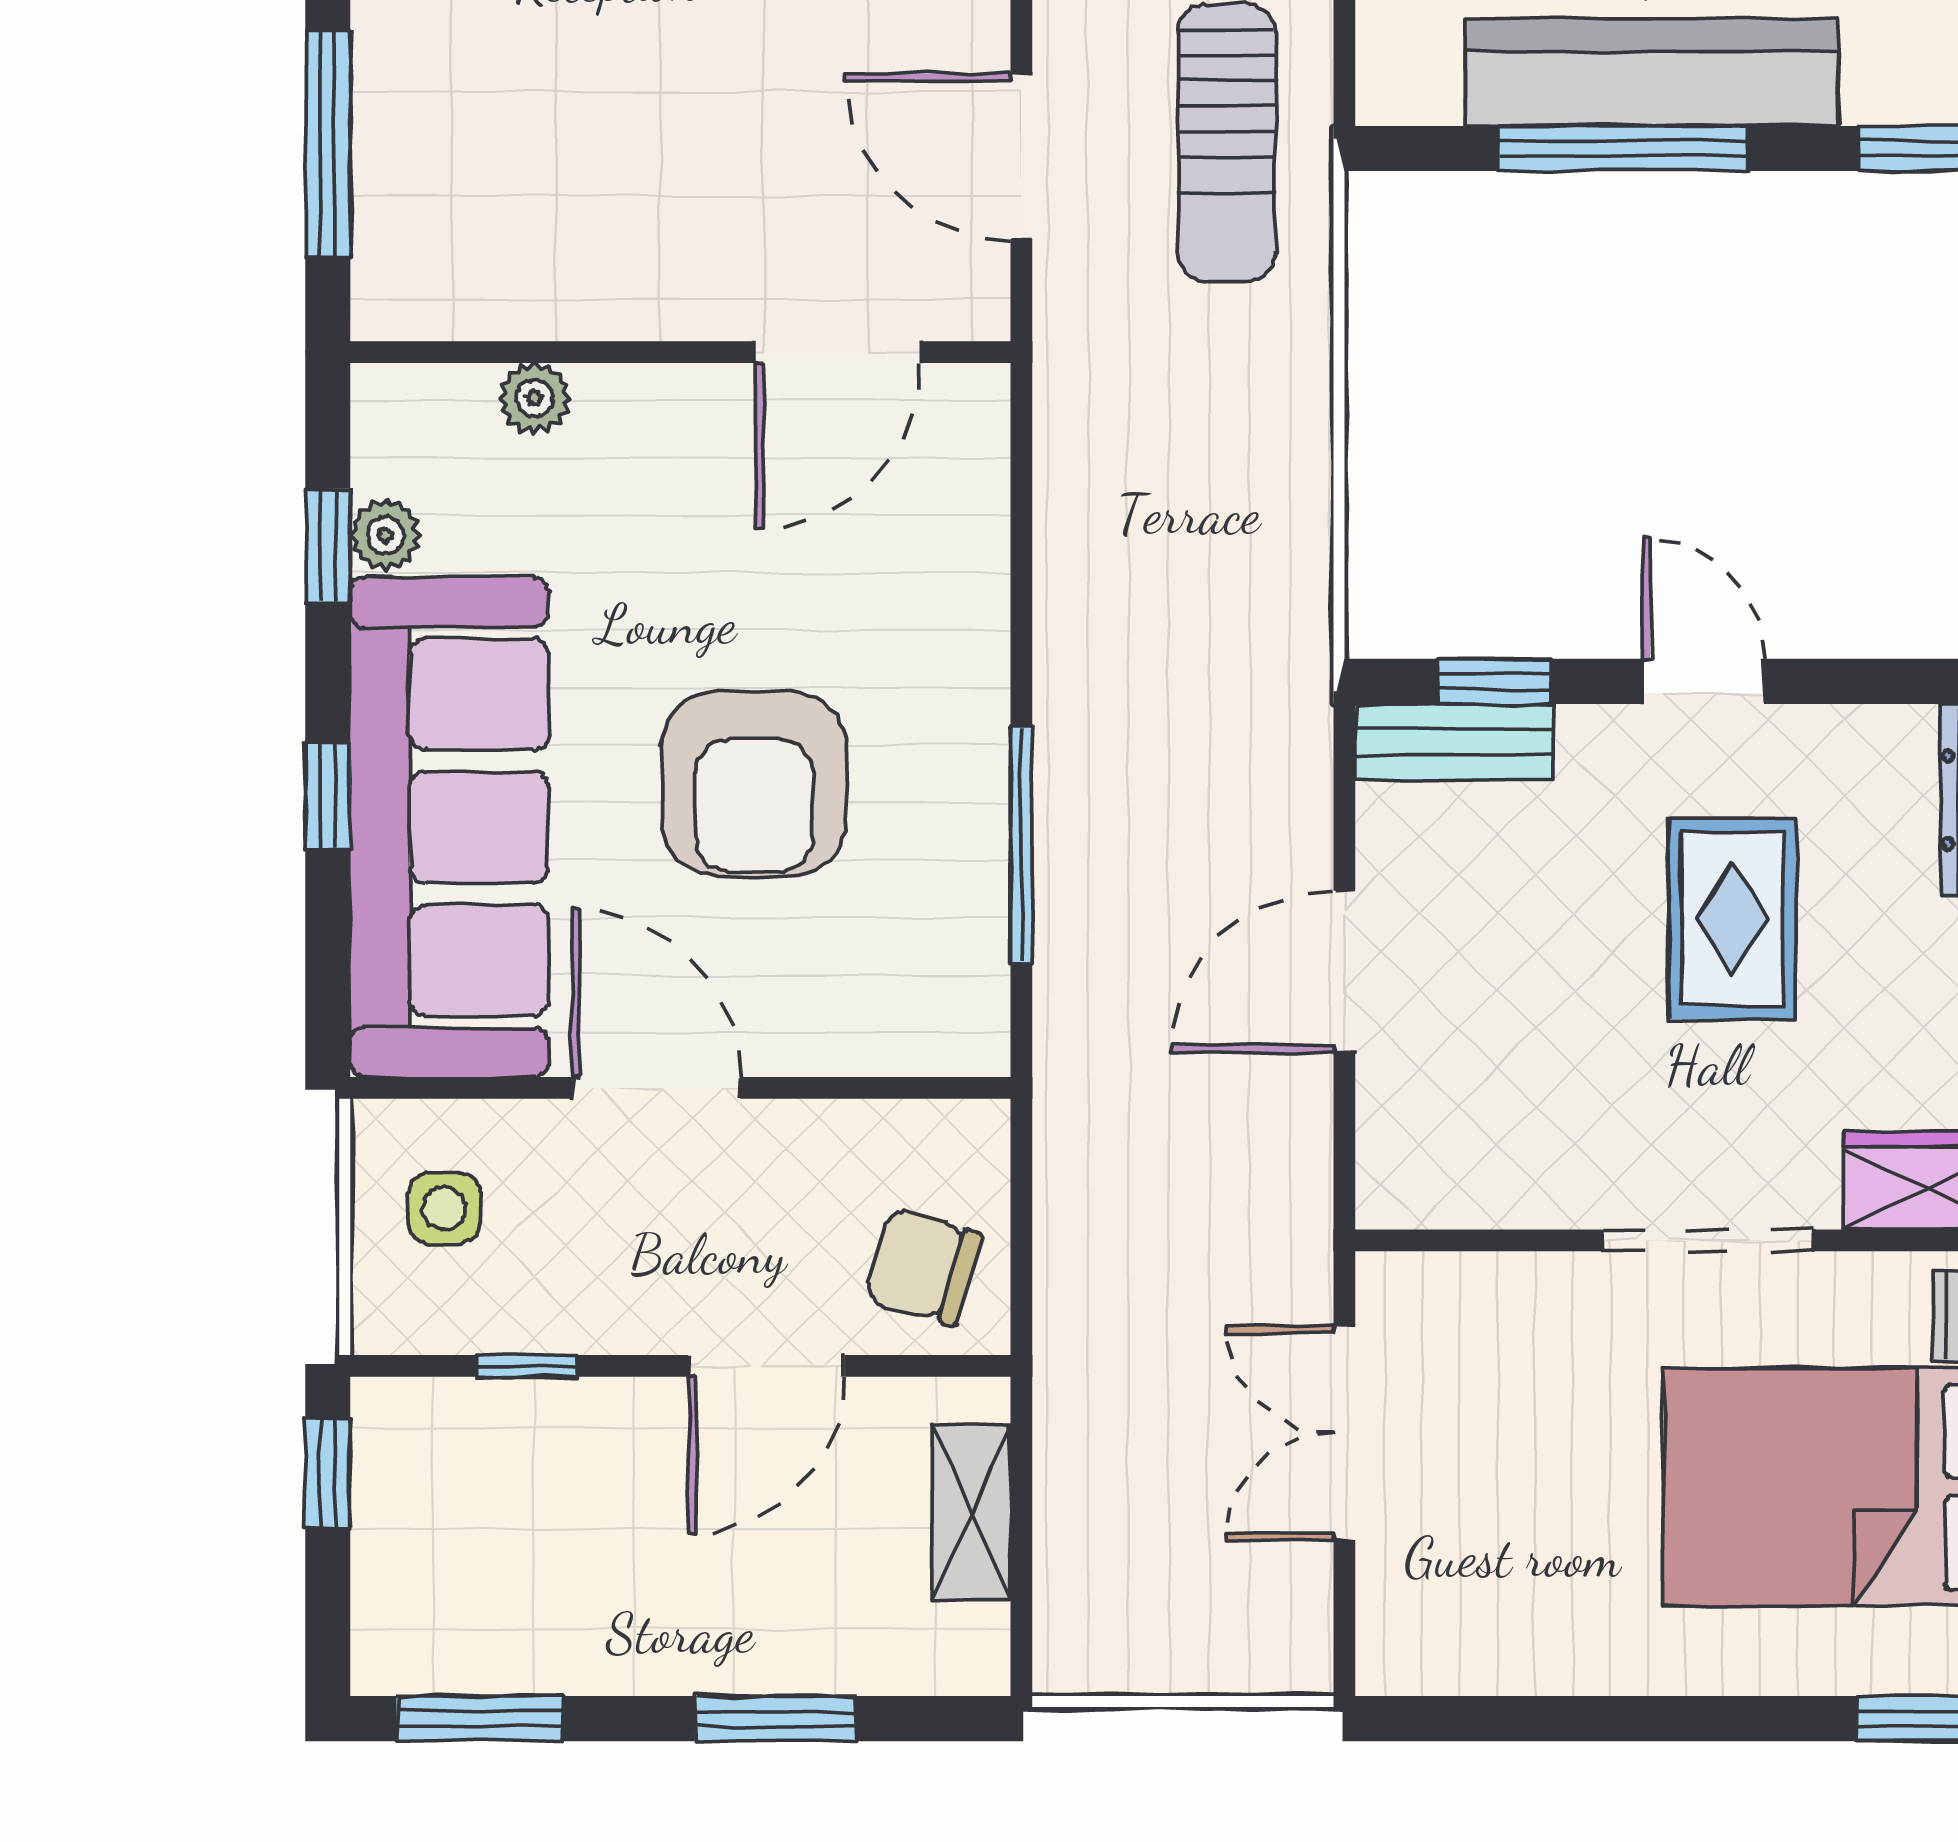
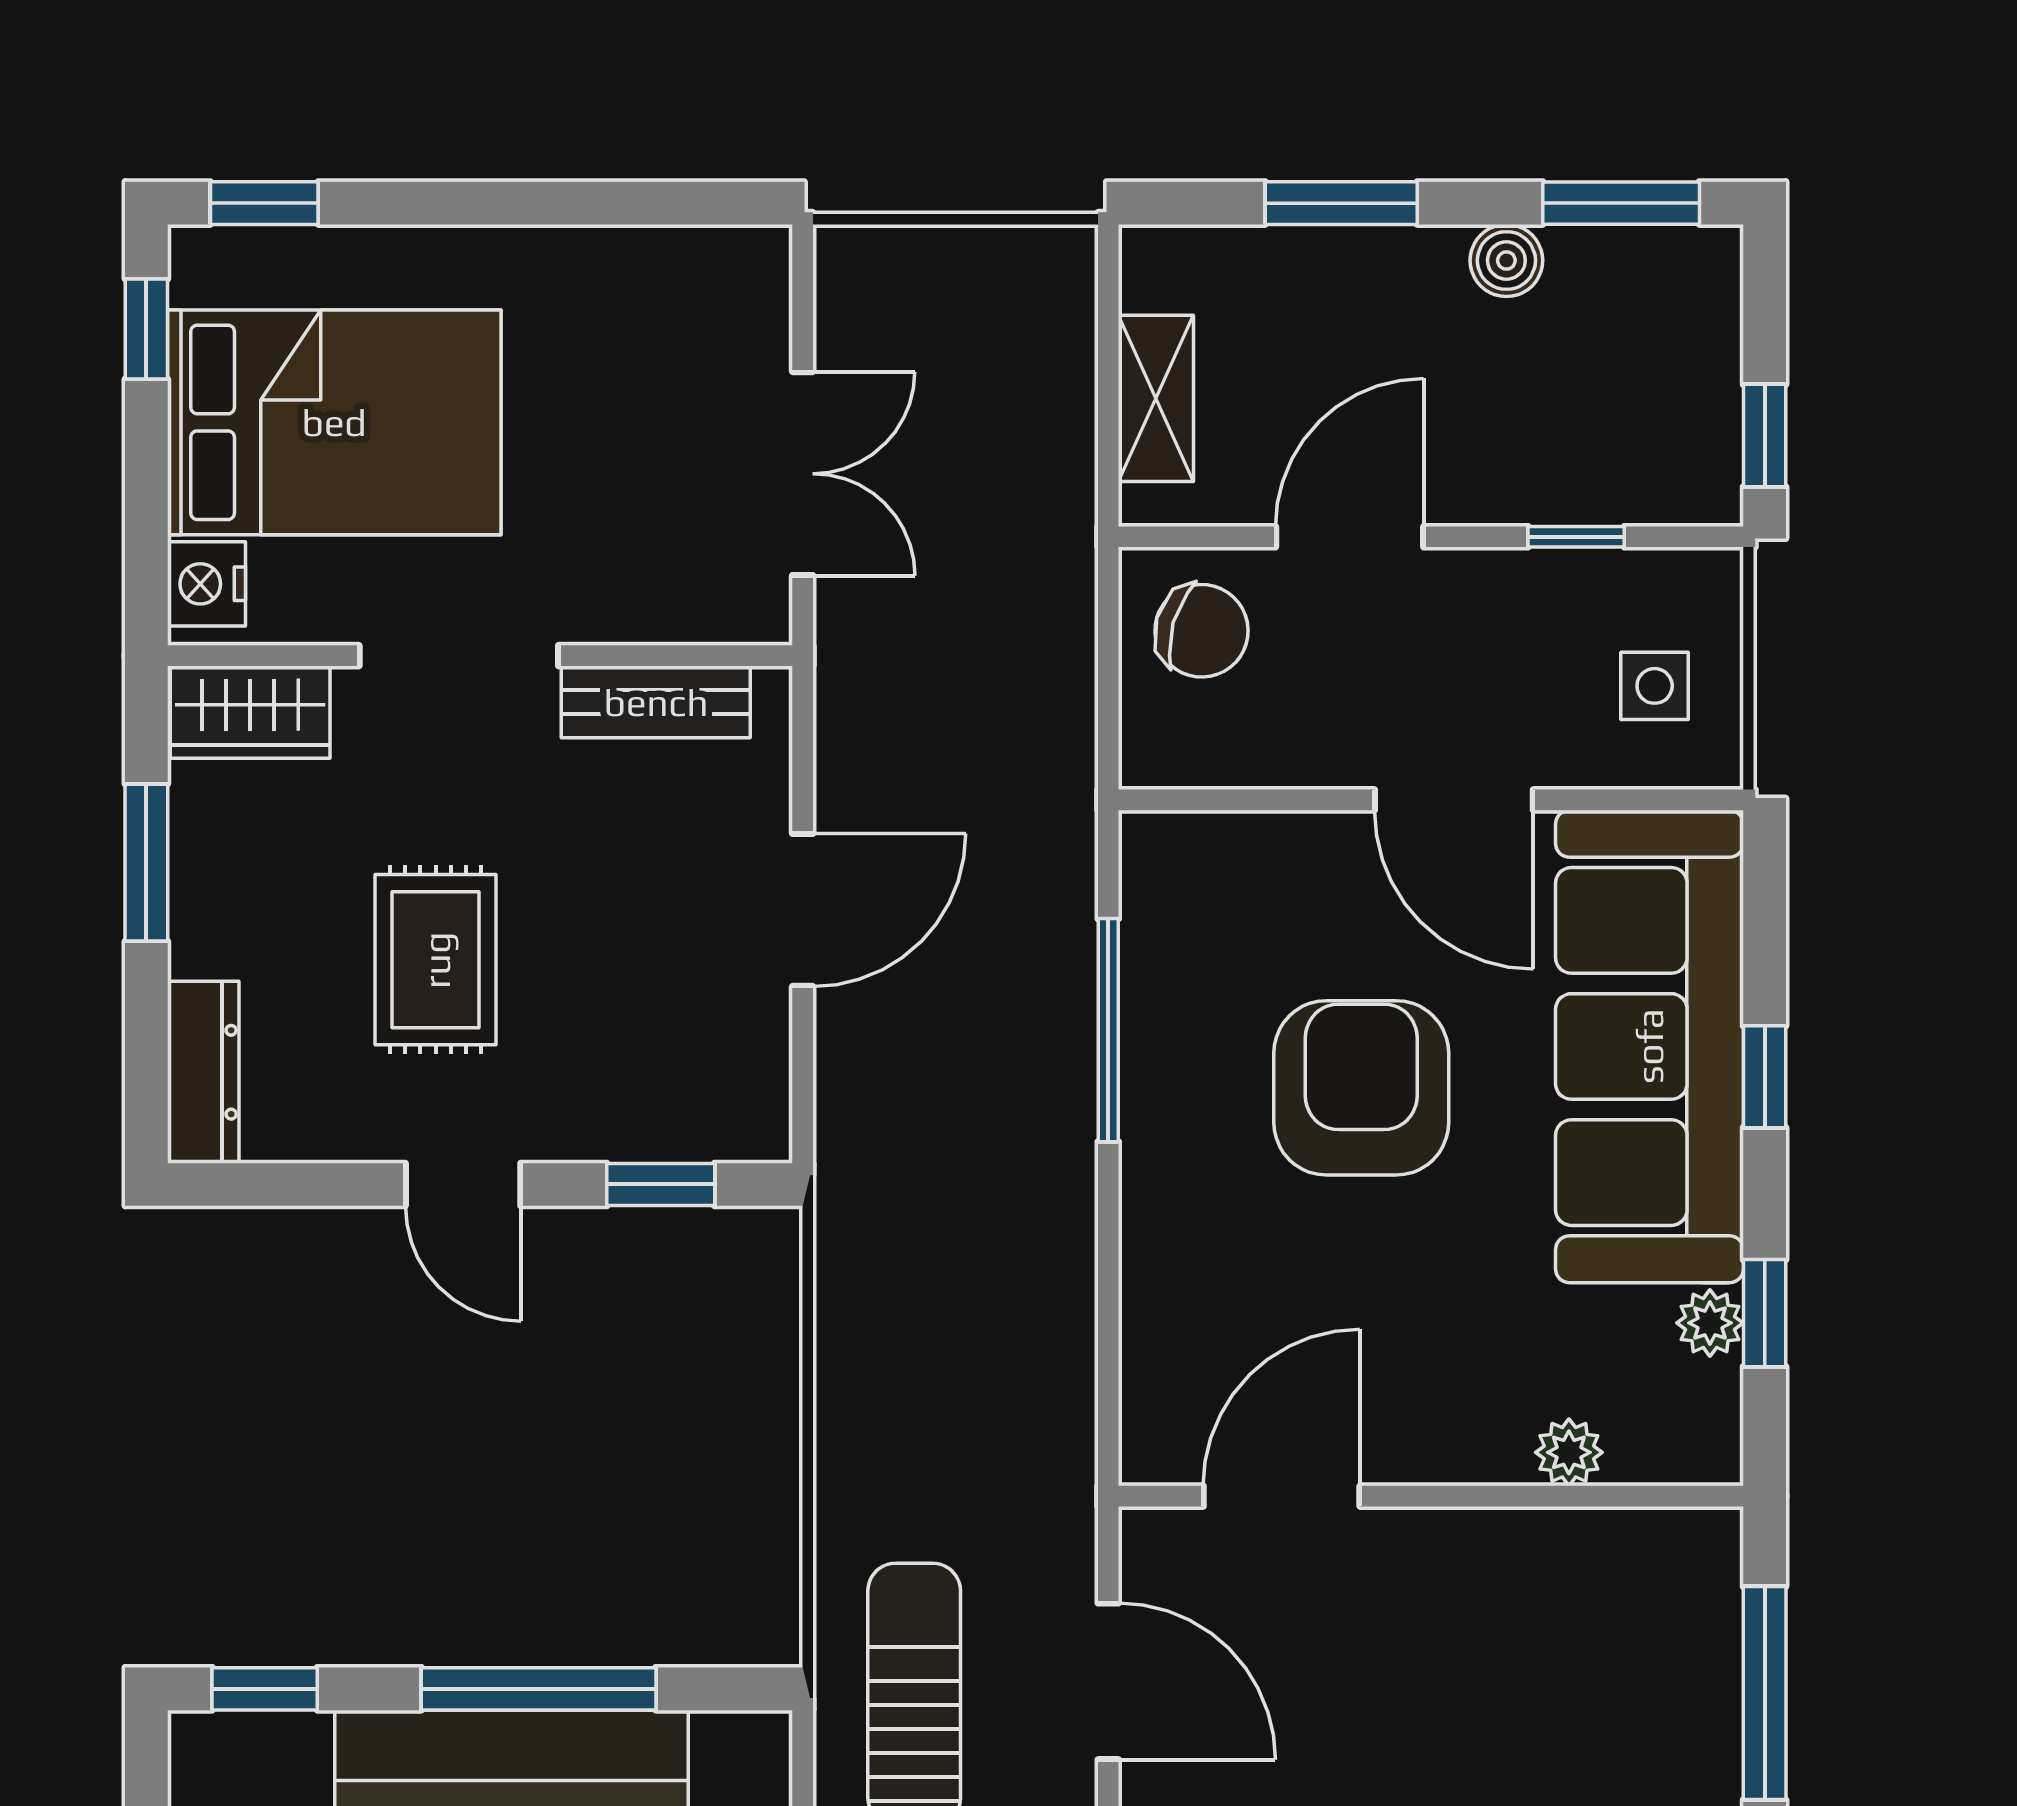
bench: (1455, 742) -> (656, 702), moved
boiler: (601, 1658) -> (1506, 260), added

